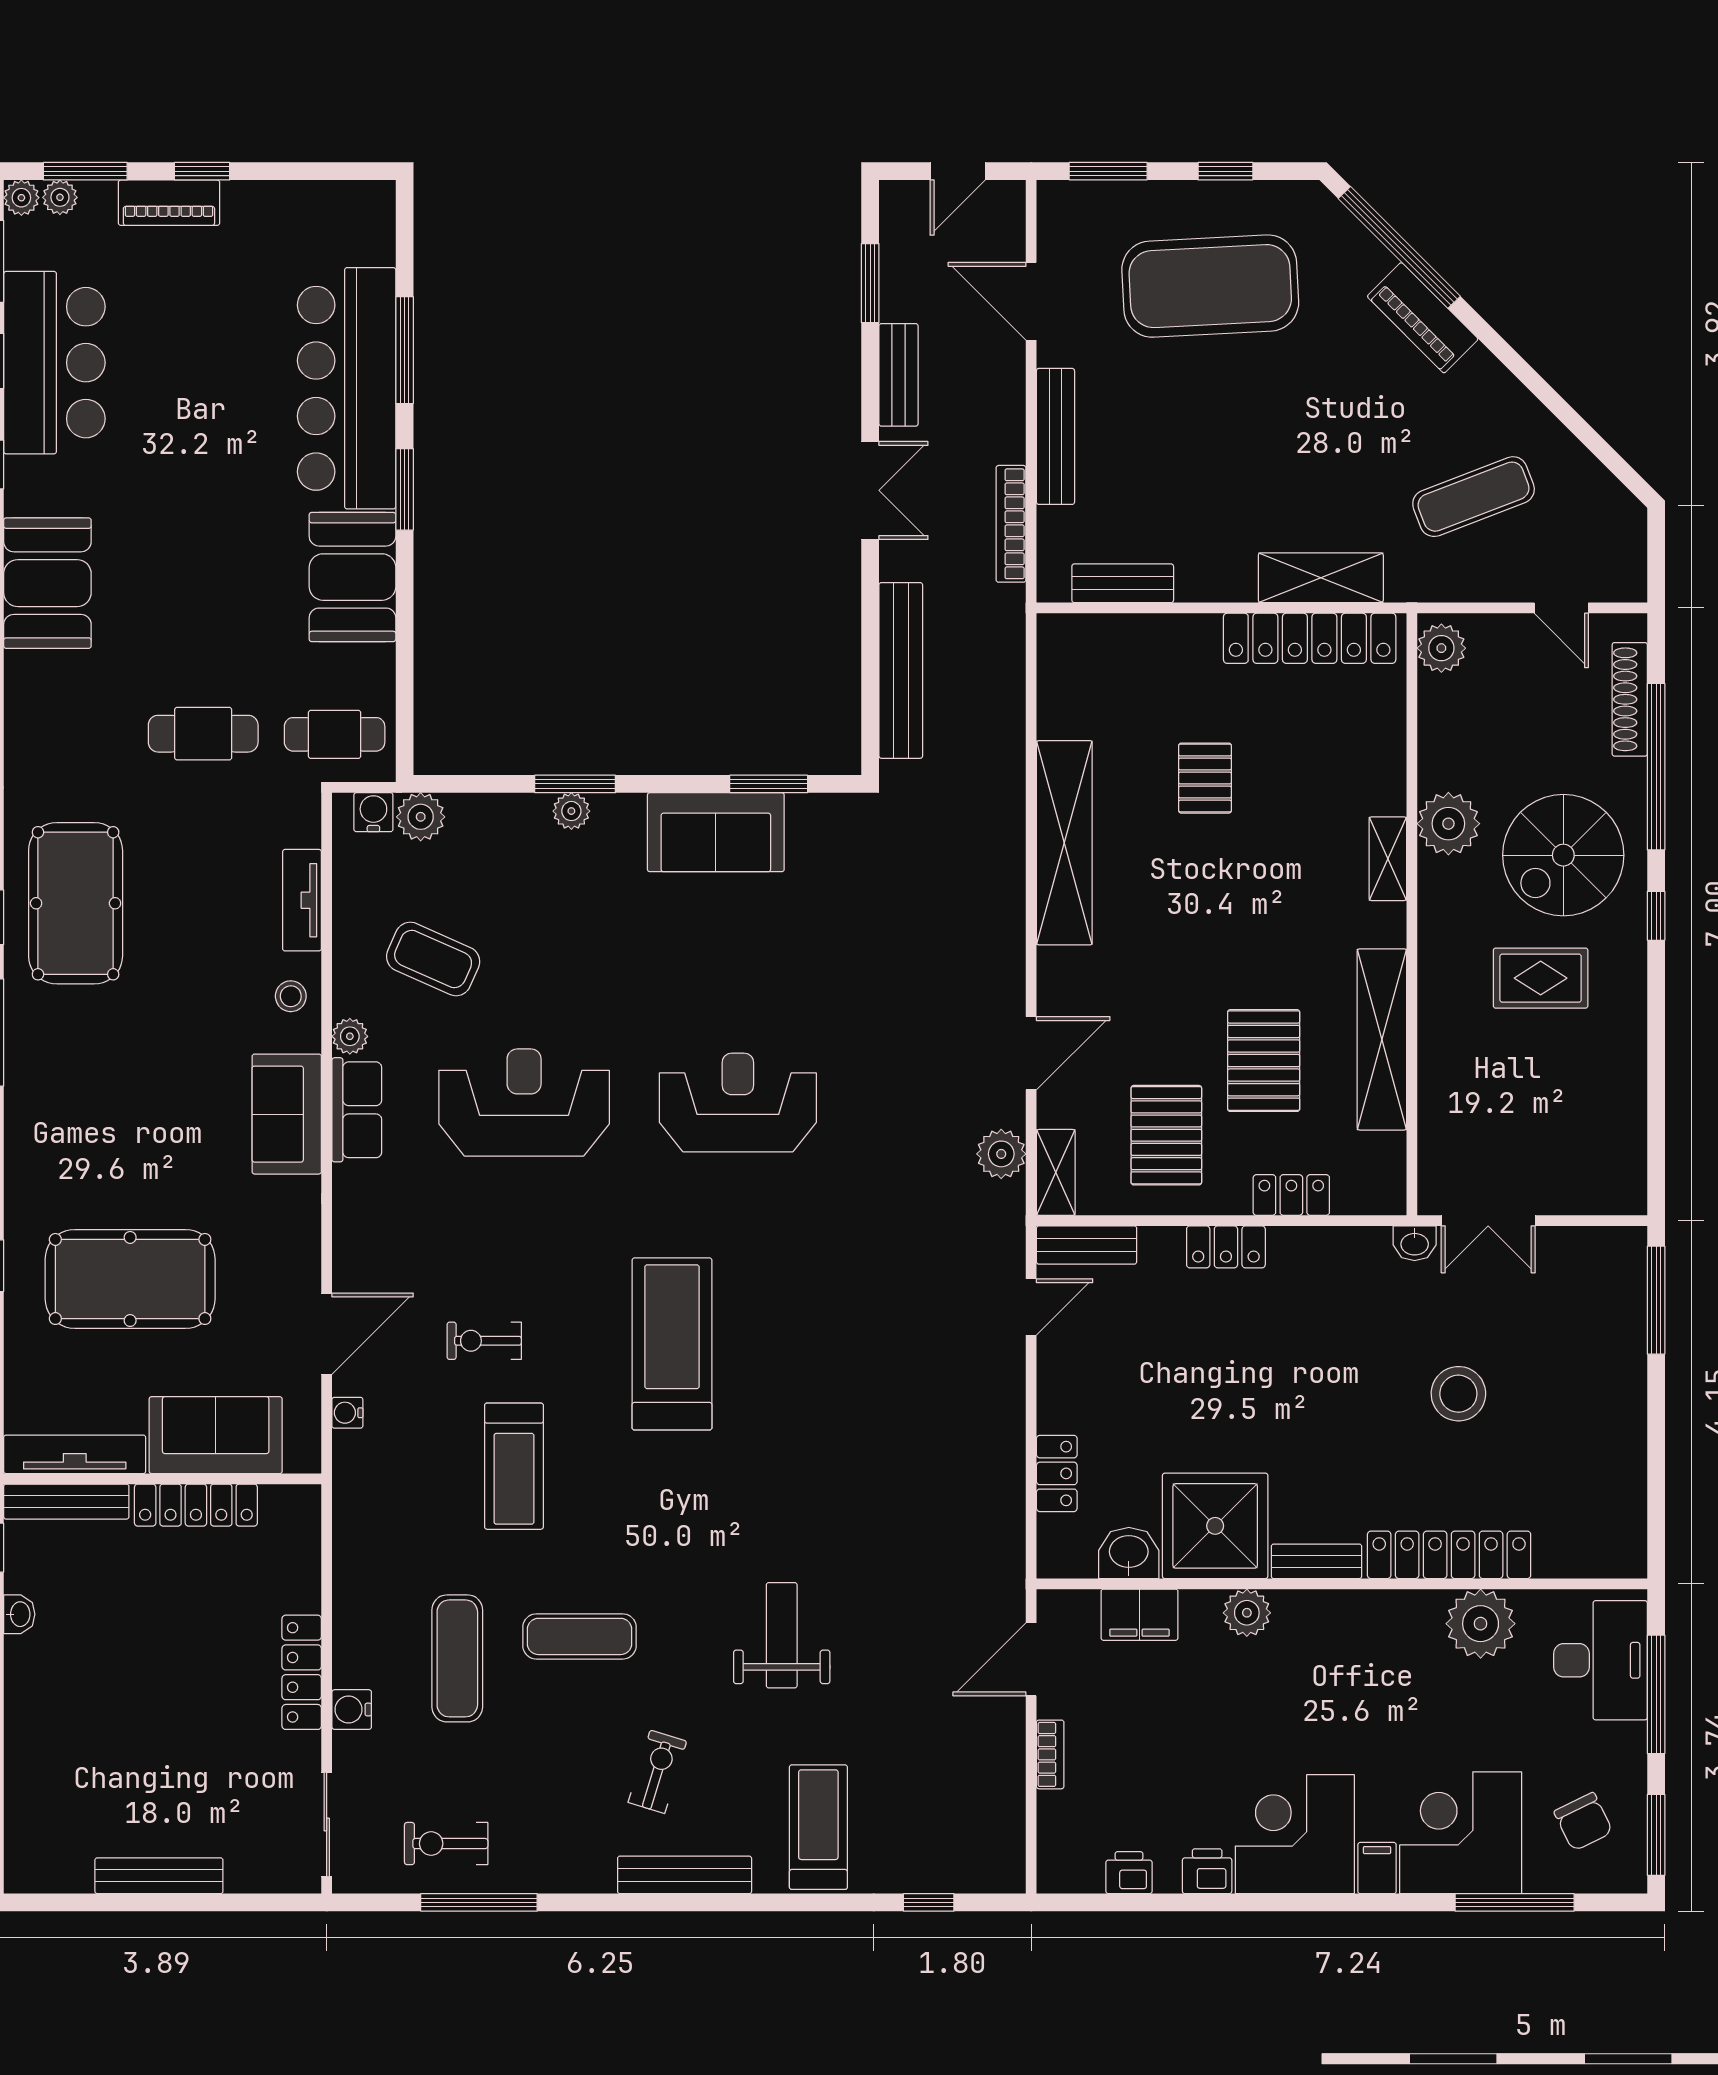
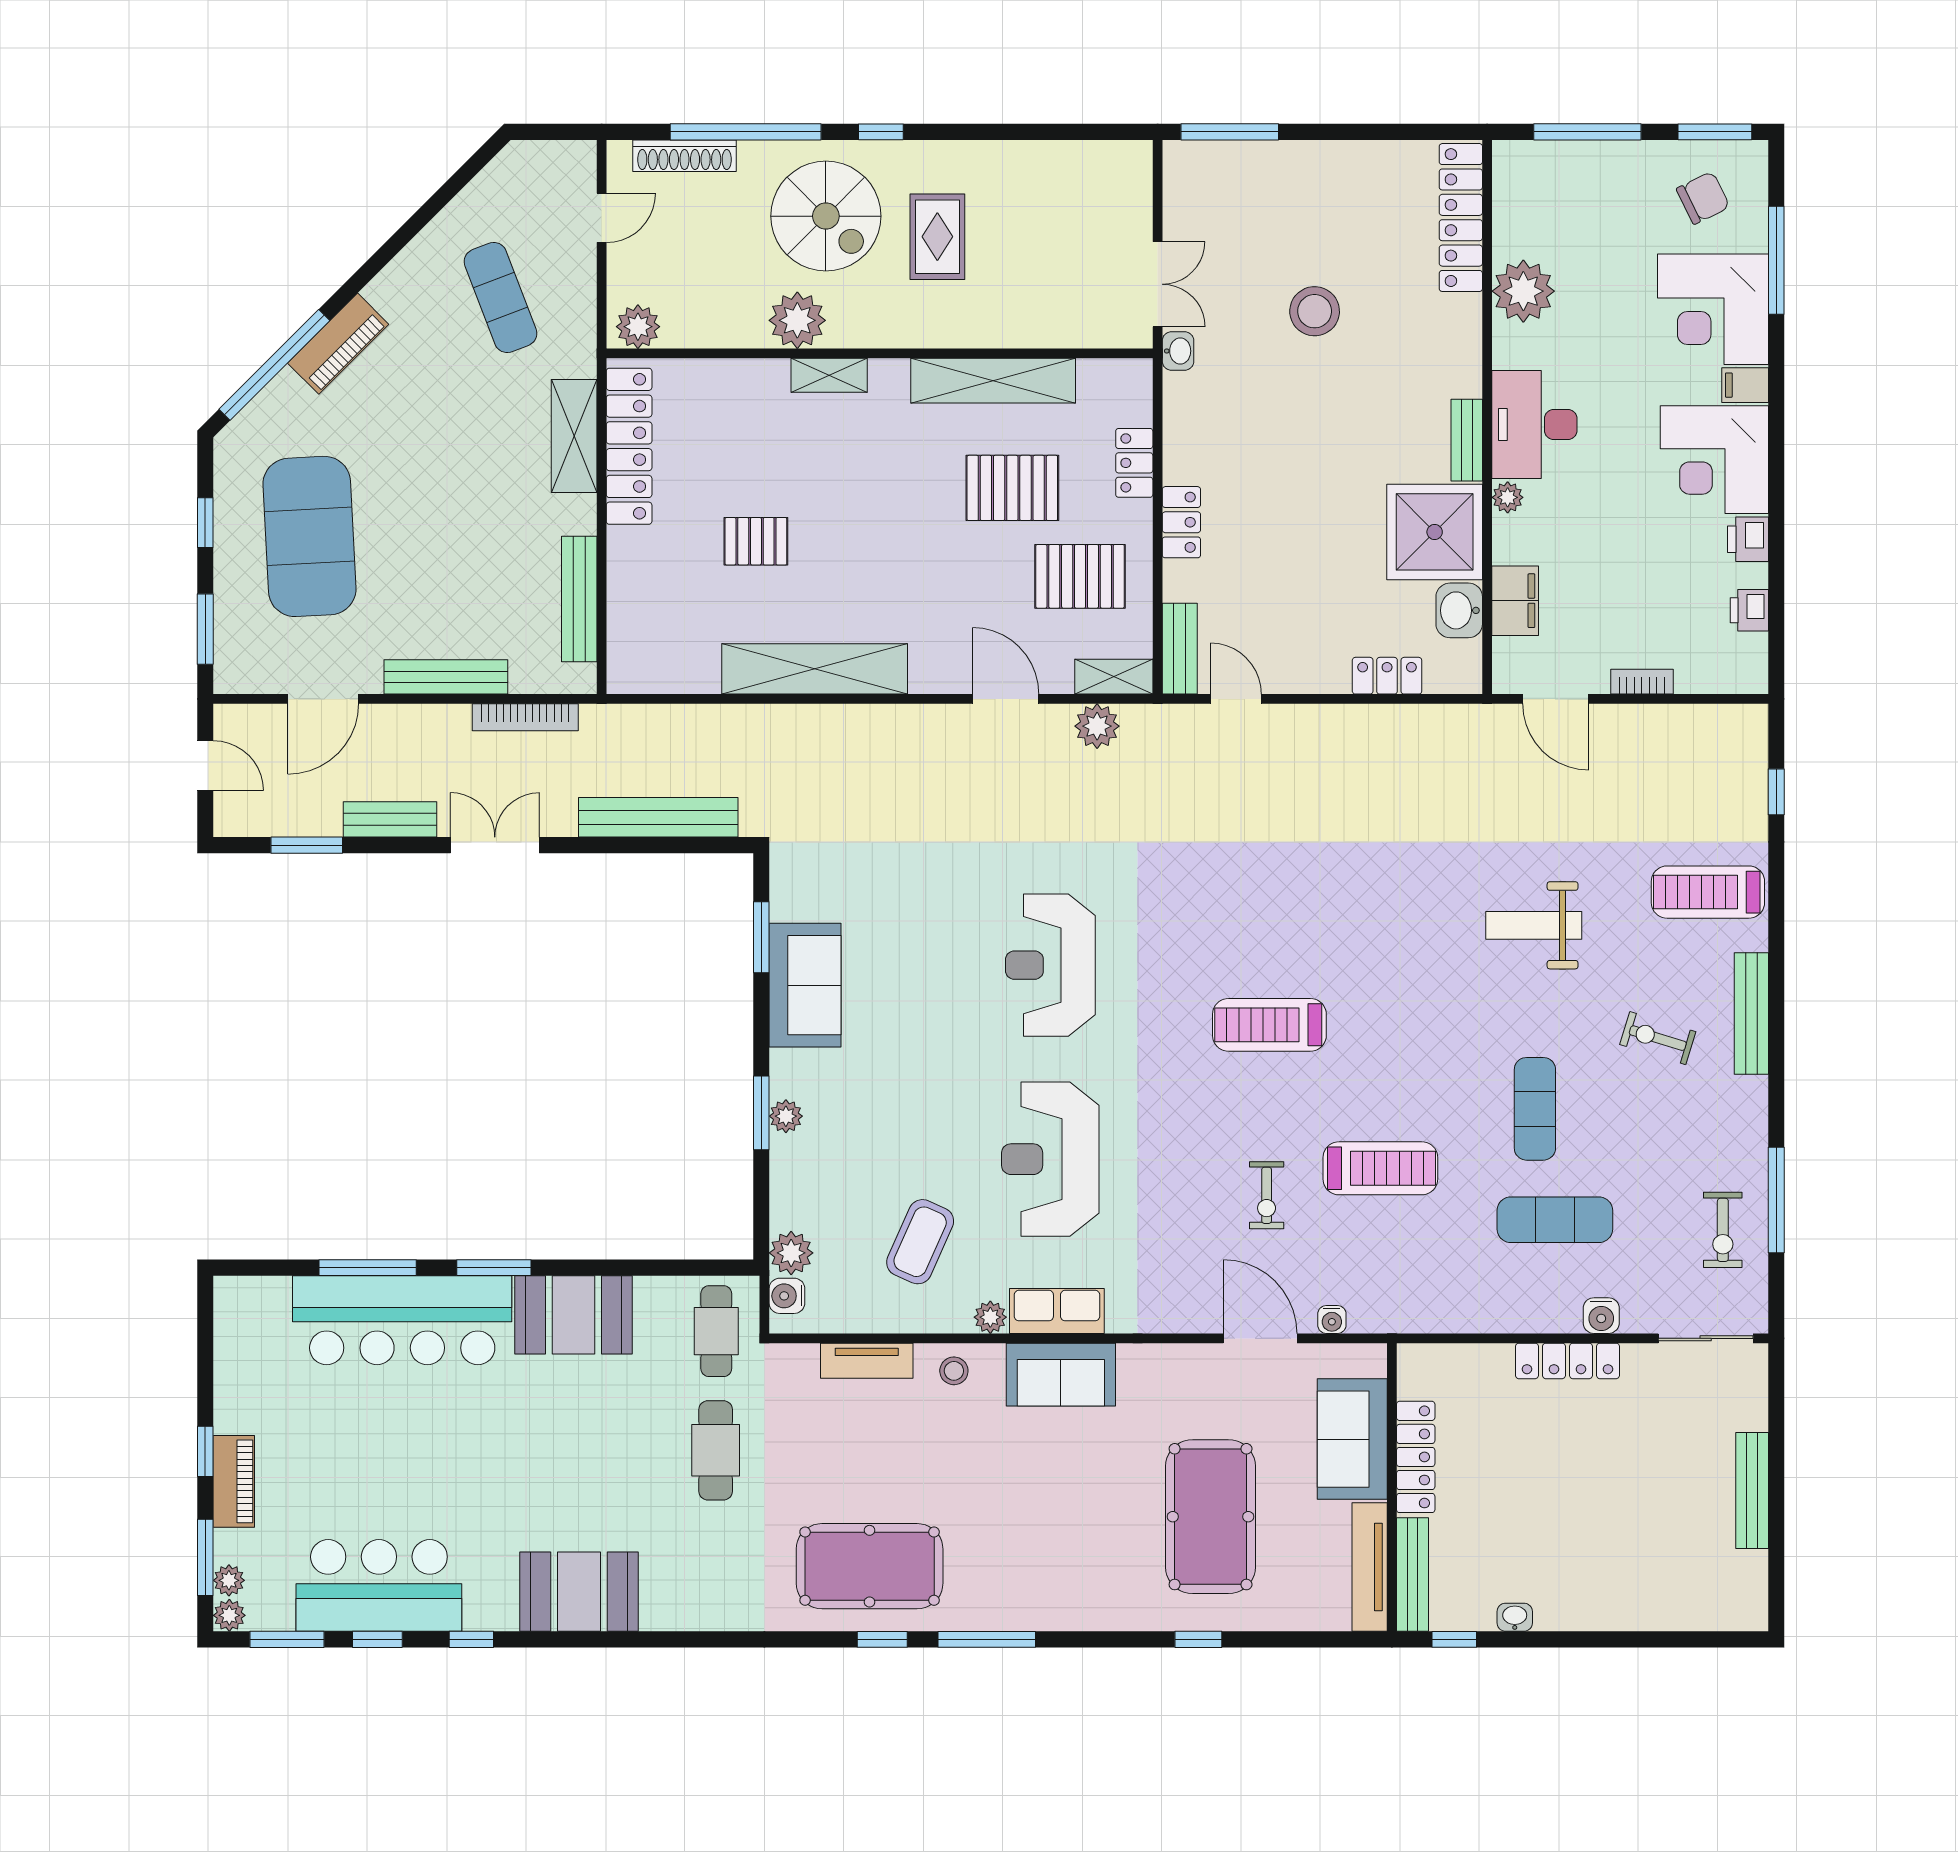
bench: (1123, 583) -> (579, 599), width x1.36
treadmill: (672, 1344) -> (1269, 1025), width x0.73, depth x0.73
locker: (1449, 1555) -> (1461, 218), moved
plant: (1247, 1613) -> (1508, 497), width x0.73, depth x0.73
desk: (1601, 1660) -> (1534, 424), moved, turned -90

